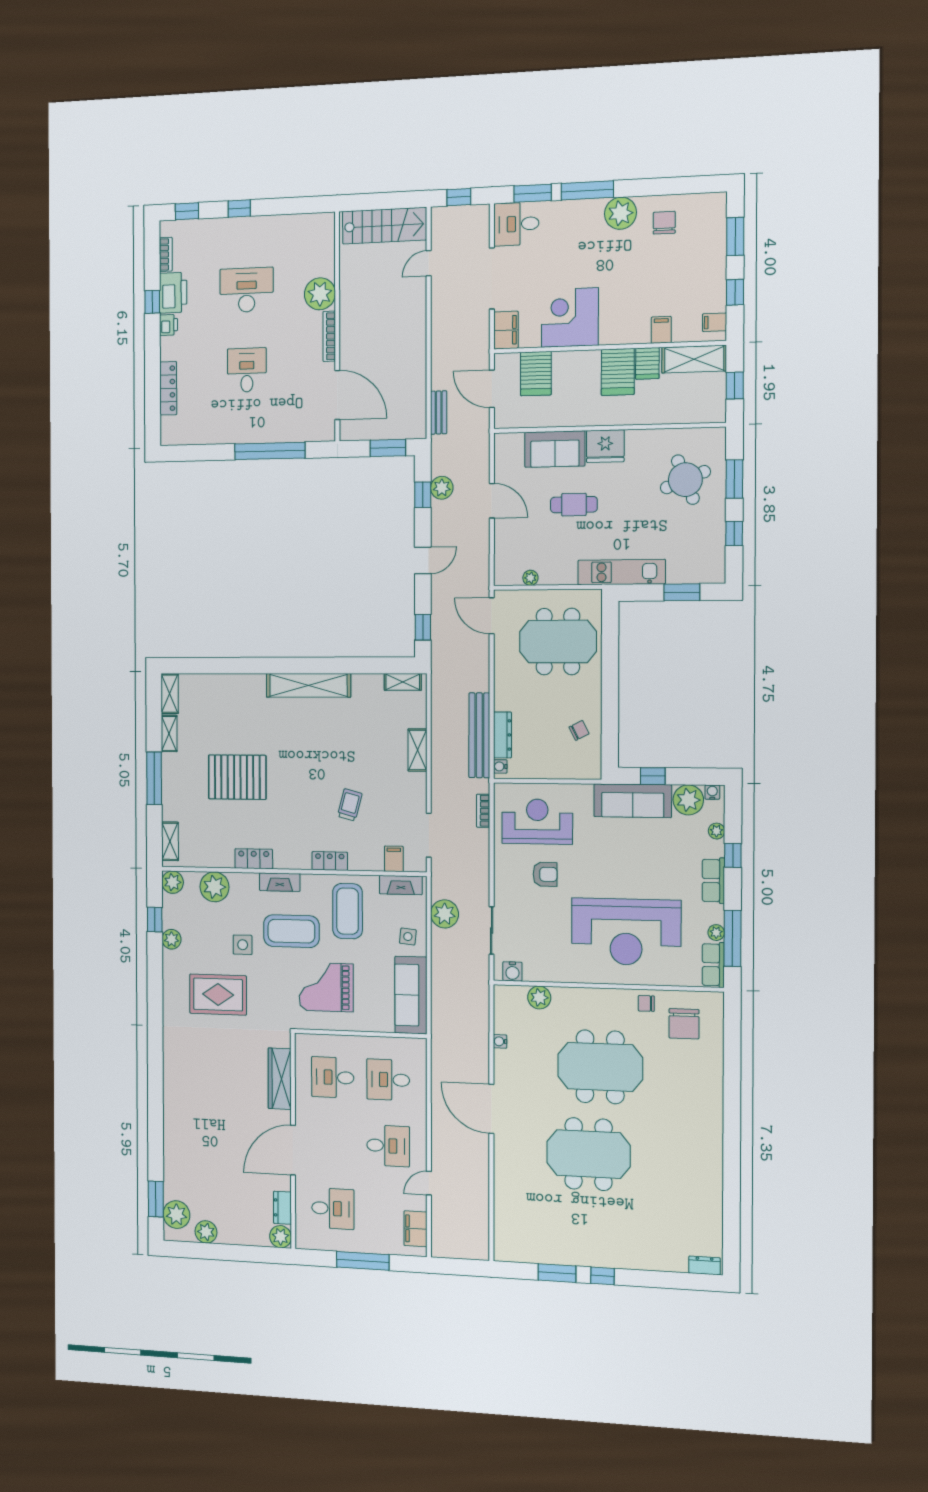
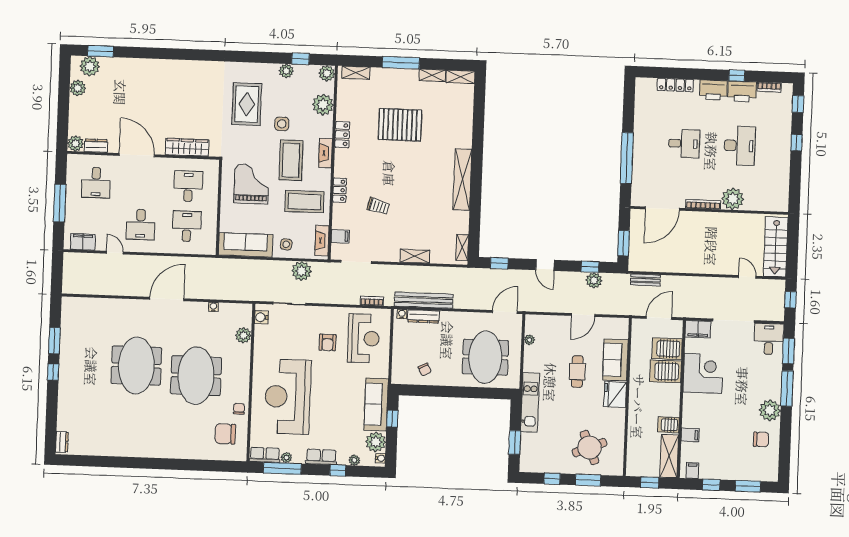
printer: (169, 325) -> (713, 90), width x1.87, depth x1.48
server rack: (618, 372) -> (666, 371), moved
pallet: (237, 777) -> (400, 125), turned 90

